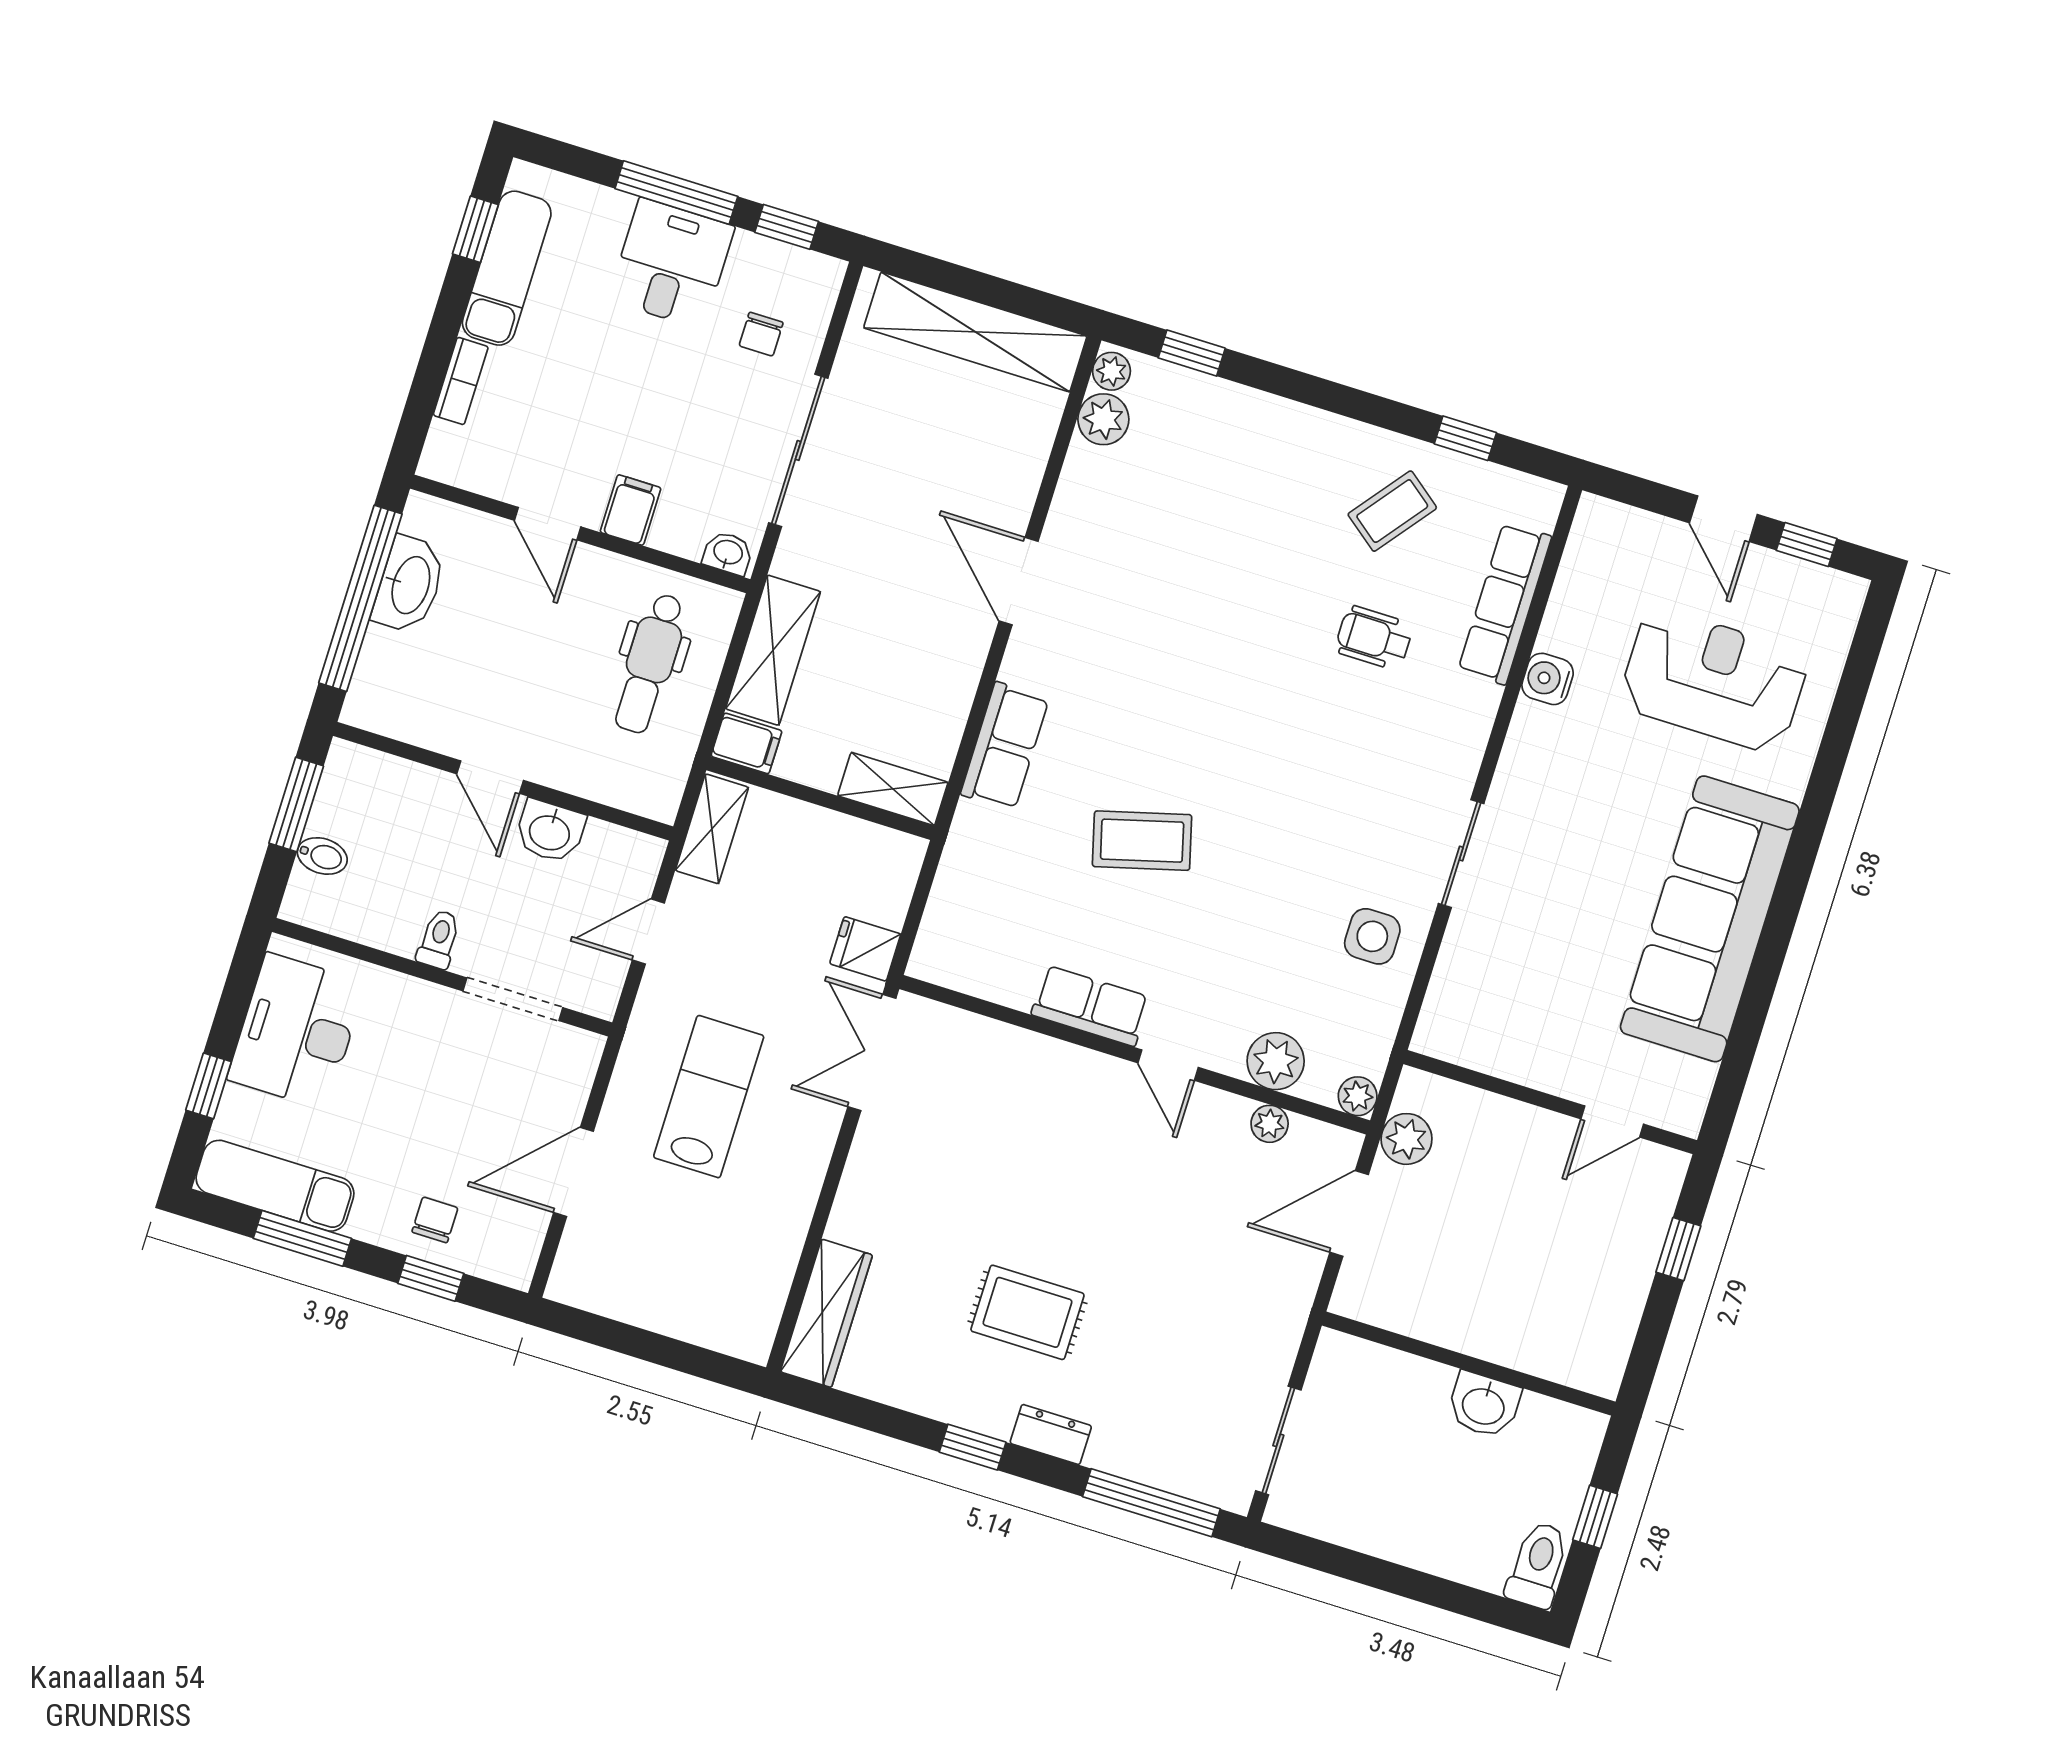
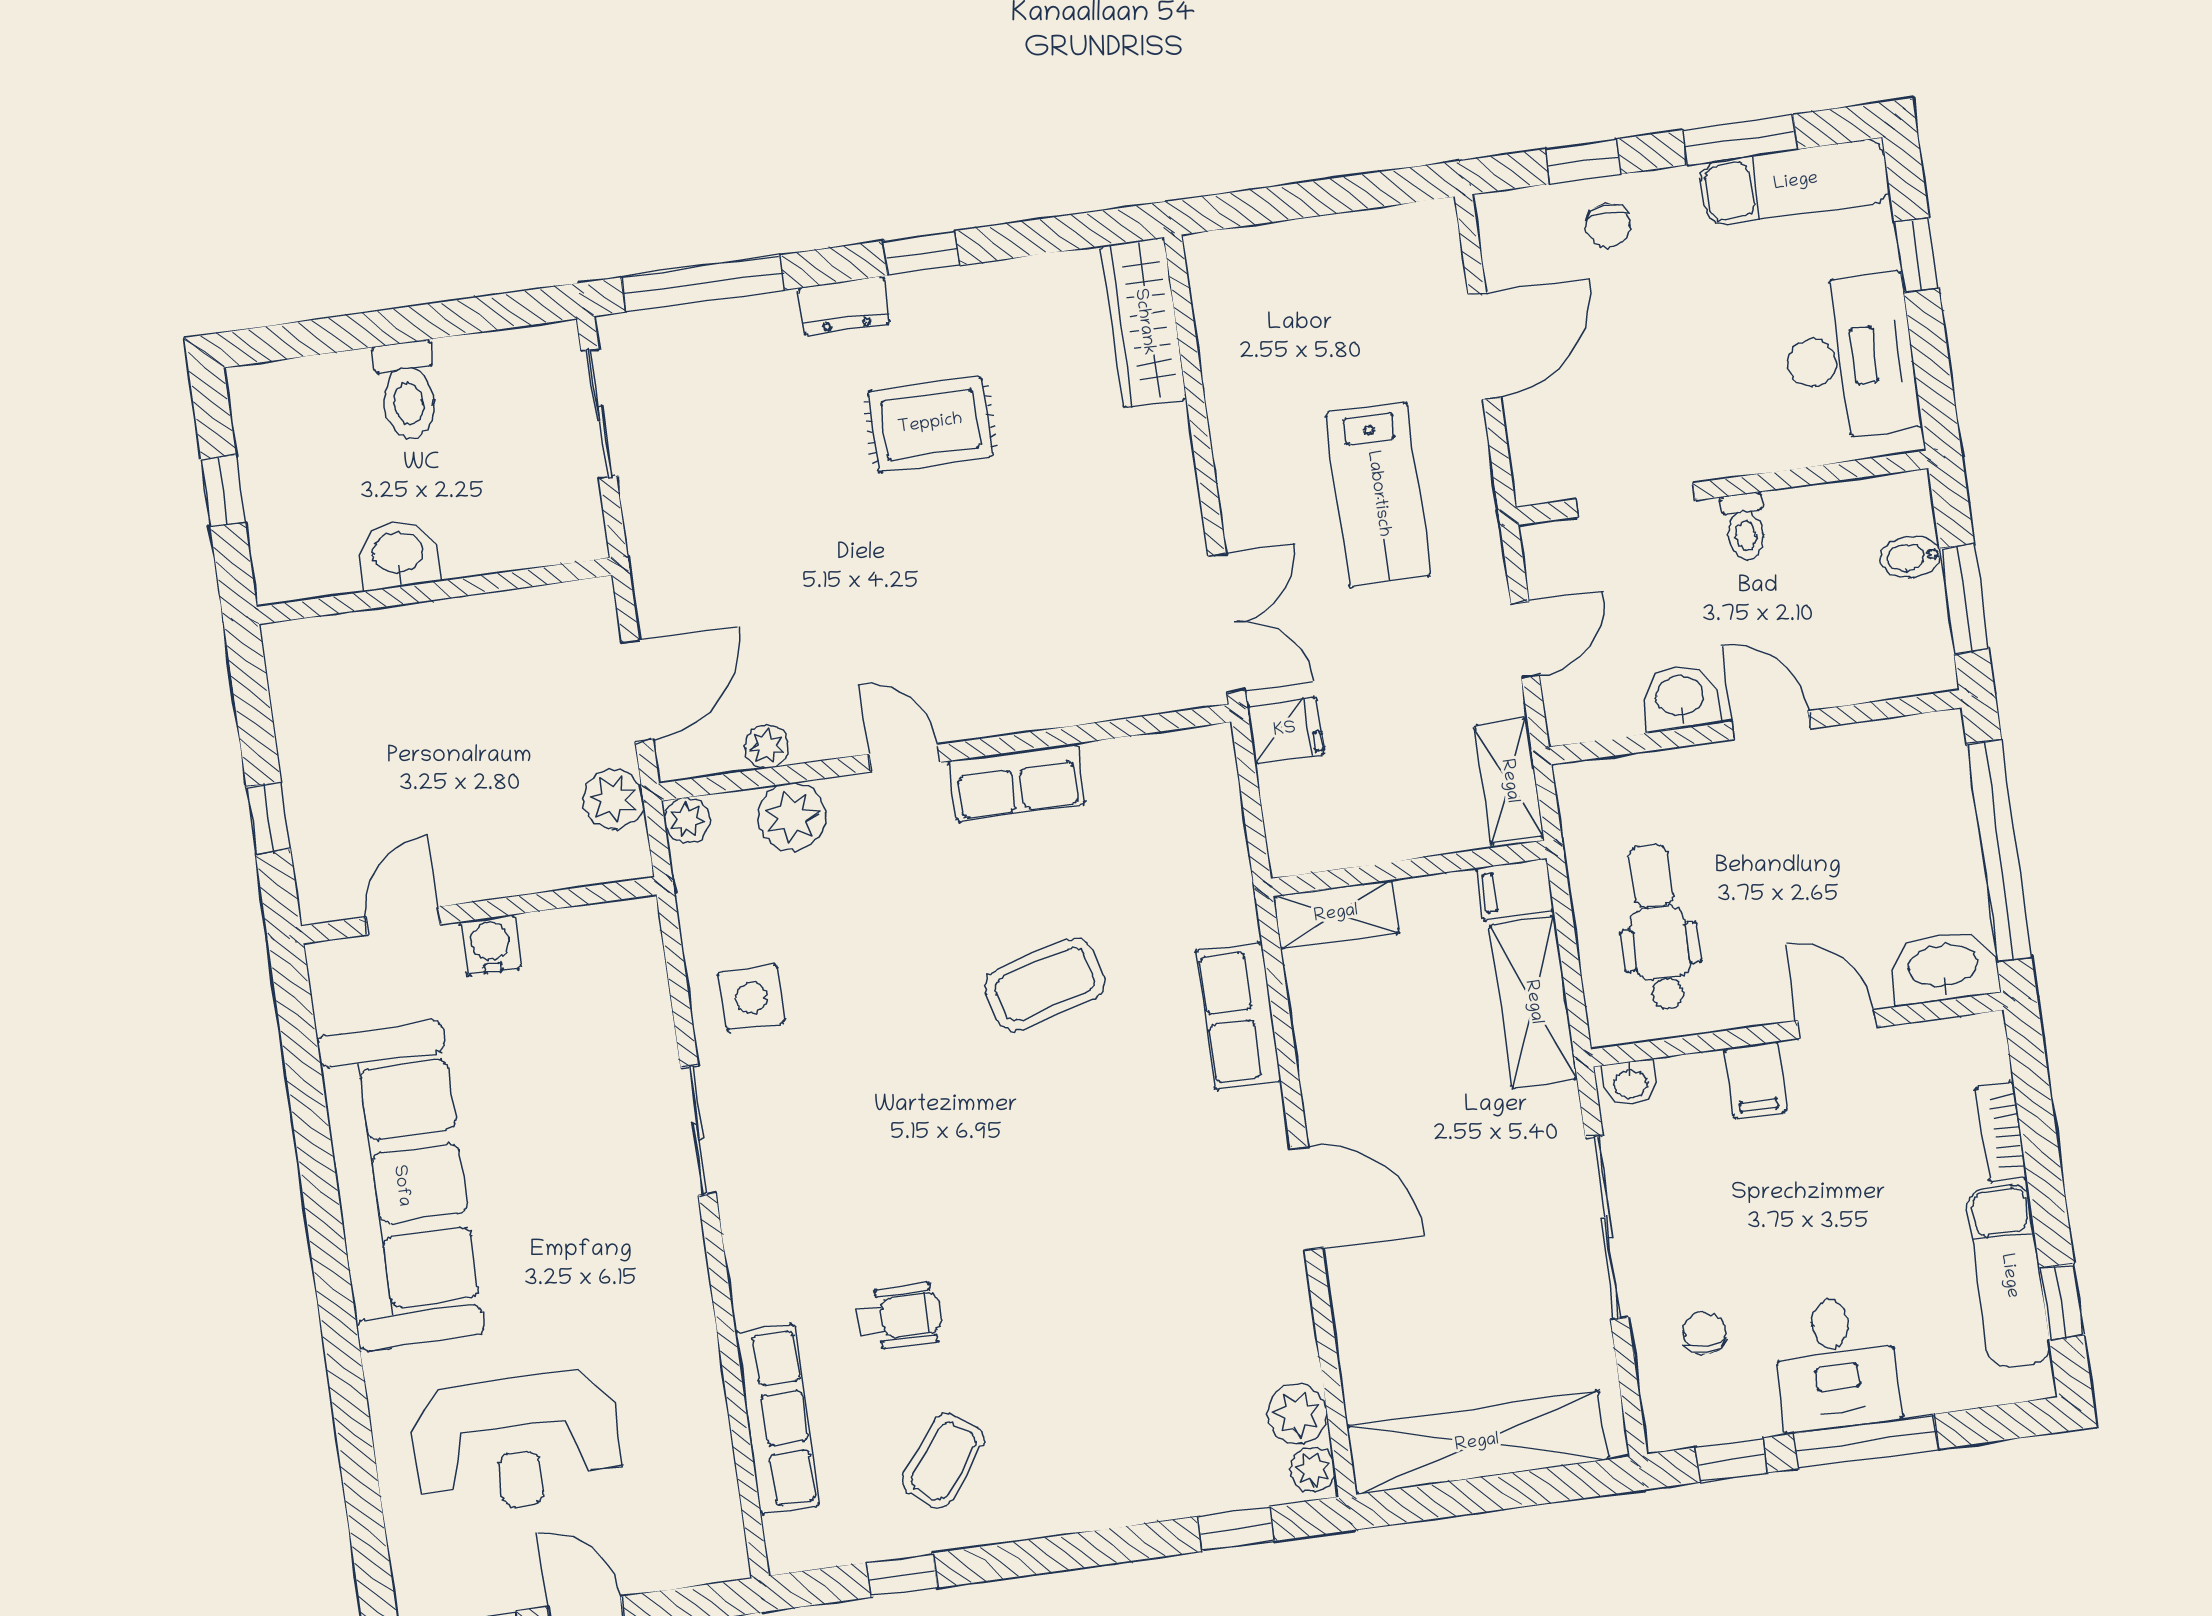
washbasin: (409, 585) -> (1943, 967), moved, turned 90
water cooler: (1548, 679) -> (490, 945), moved, turned -90
toilet: (1538, 1565) -> (407, 391), moved

